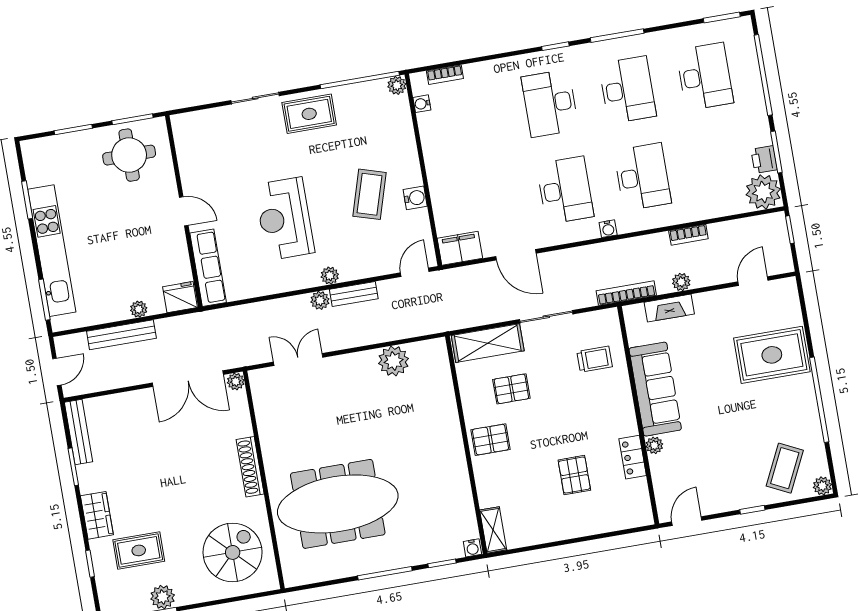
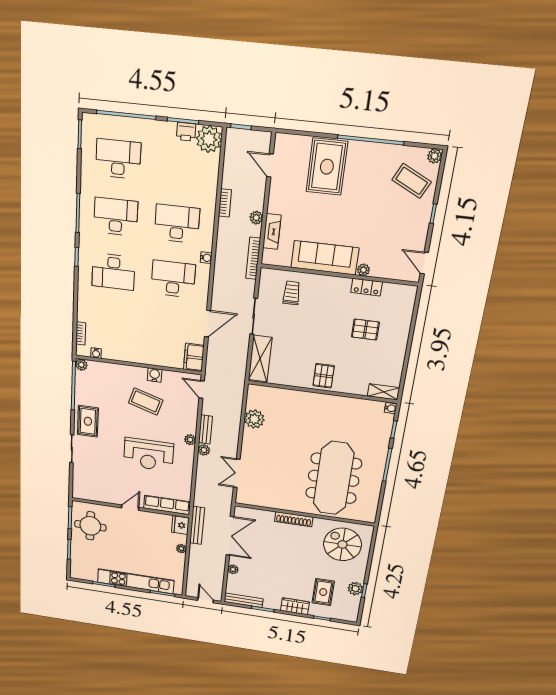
bench: (121, 335) -> (197, 525), moved
plant: (236, 381) -> (233, 569), moved
pallet: (511, 389) -> (295, 353), removed

